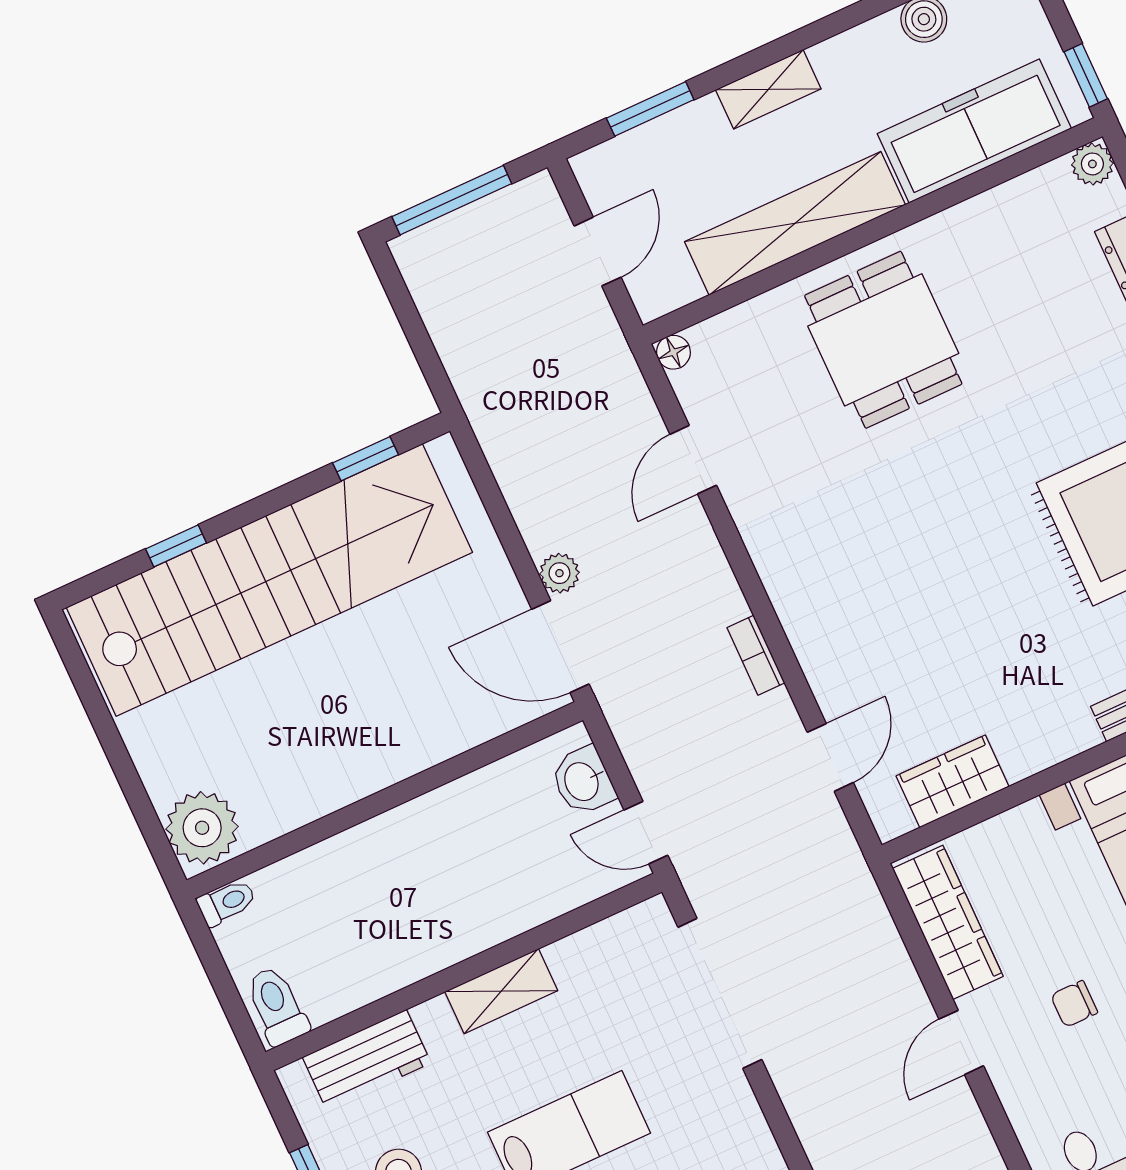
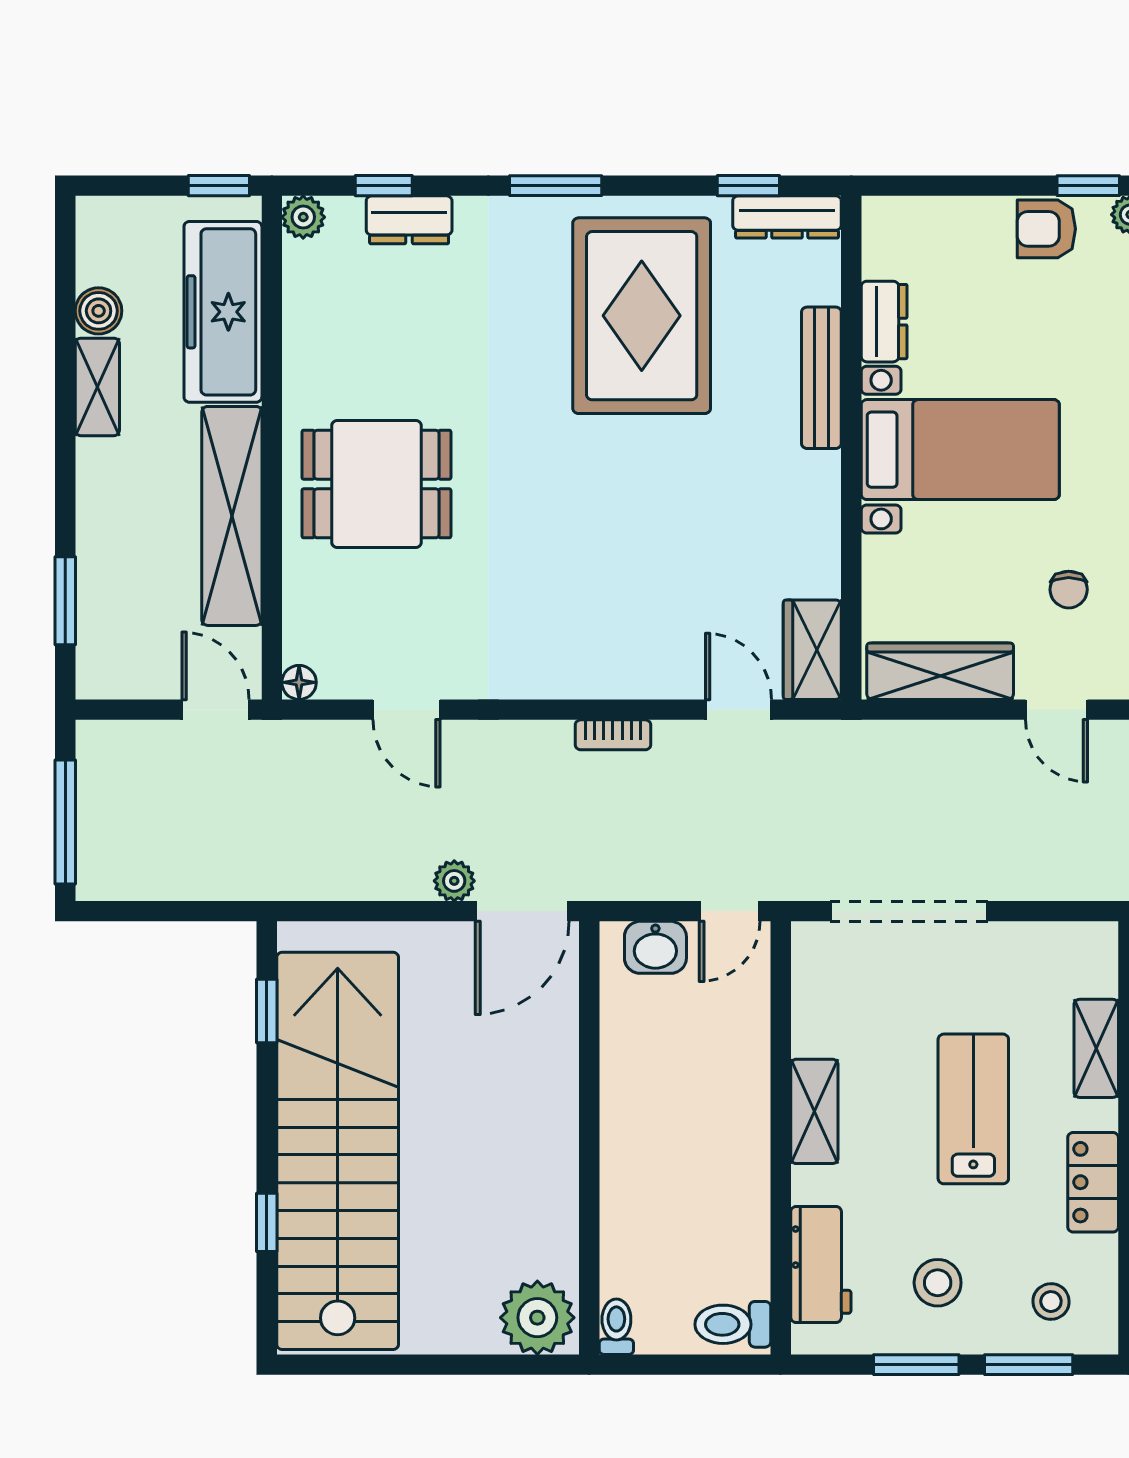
shelving: (768, 89) -> (97, 387), moved
door: (598, 252) -> (215, 710), moved
wardrobe: (953, 781) -> (812, 650), moved

